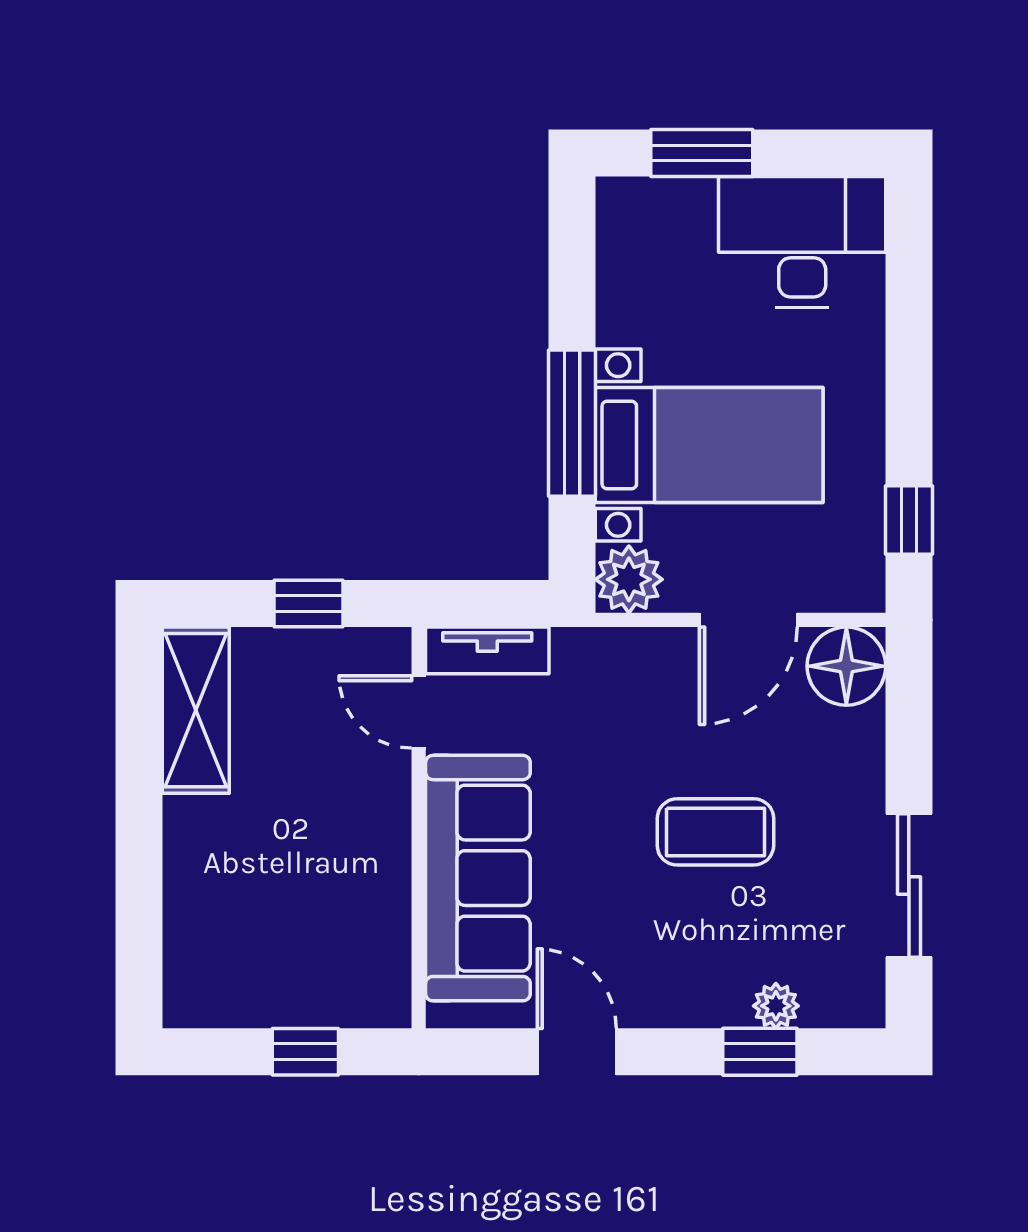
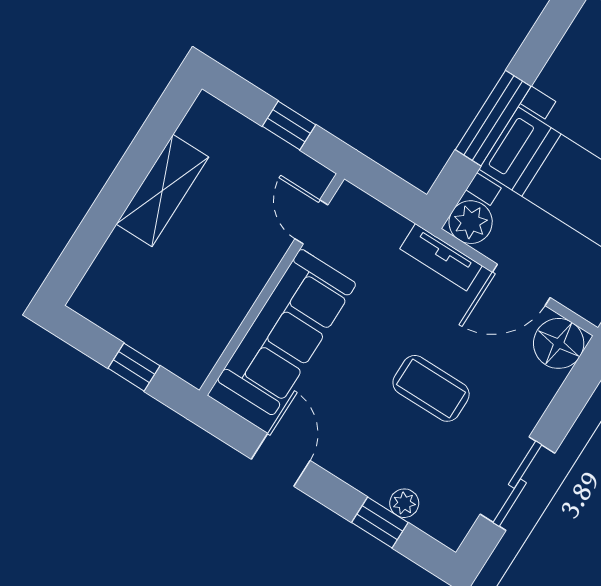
tv unit: (487, 650) -> (441, 257), moved
shelving: (196, 710) -> (162, 190), moved

